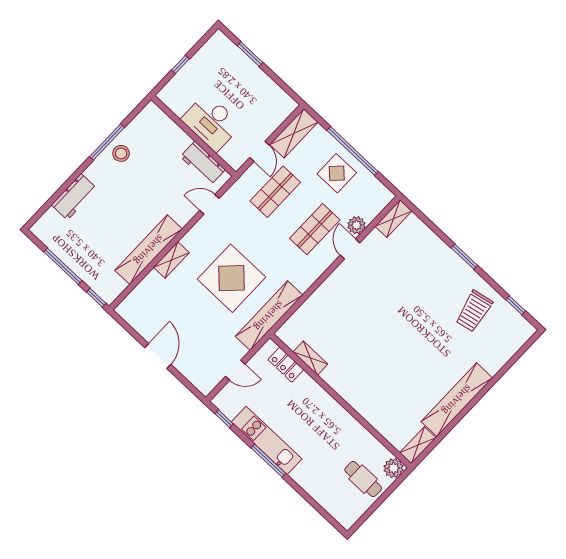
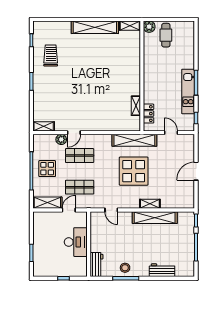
workbench: (203, 163) -> (96, 265), moved
trolley: (474, 311) -> (51, 55), turned -78

